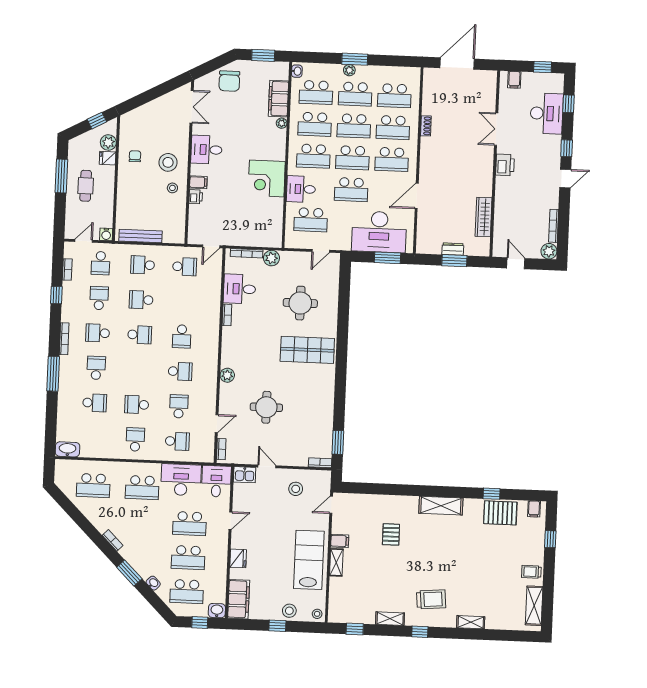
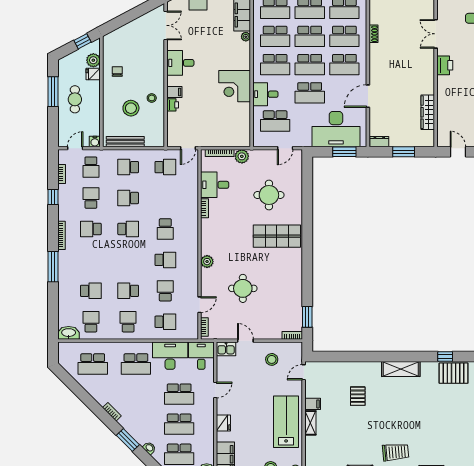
stool: (168, 162) -> (131, 108), moved
dresser: (453, 249) -> (379, 142), moved
school desk: (96, 368) -> (91, 322), moved

